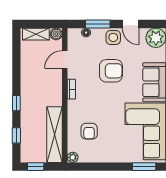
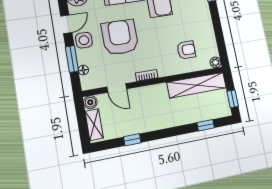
armchair: (111, 71) -> (120, 37), width x1.36, depth x1.36
window: (16, 103) -> (132, 140), moved

